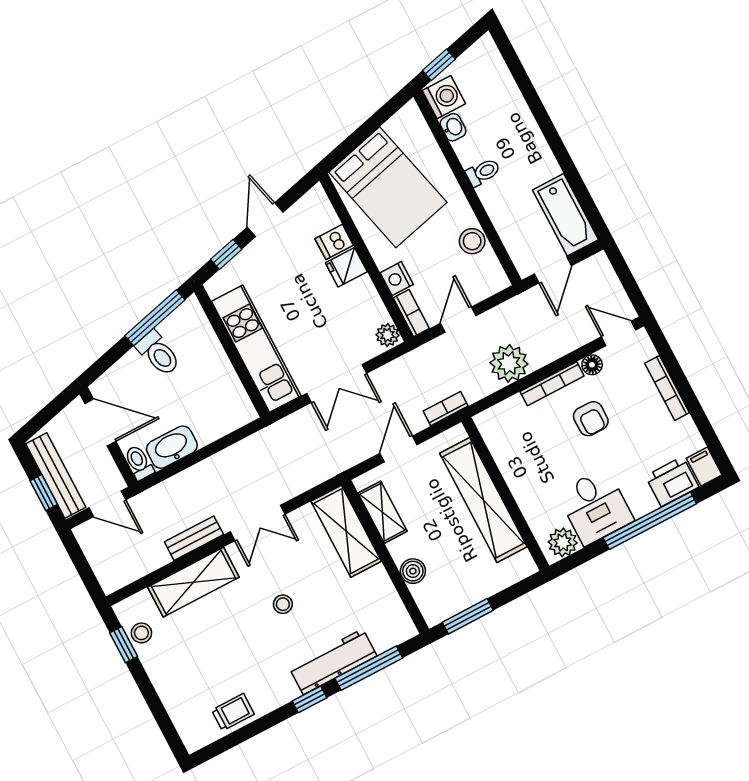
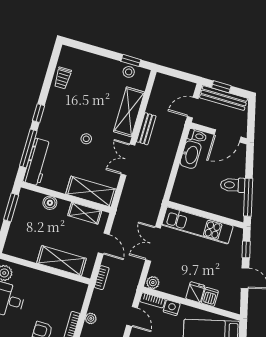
plant: (509, 363) -> (91, 318), width x0.53, depth x0.53
shelving: (483, 500) -> (62, 261), width x0.68
workbench: (333, 662) -> (37, 162), moved

